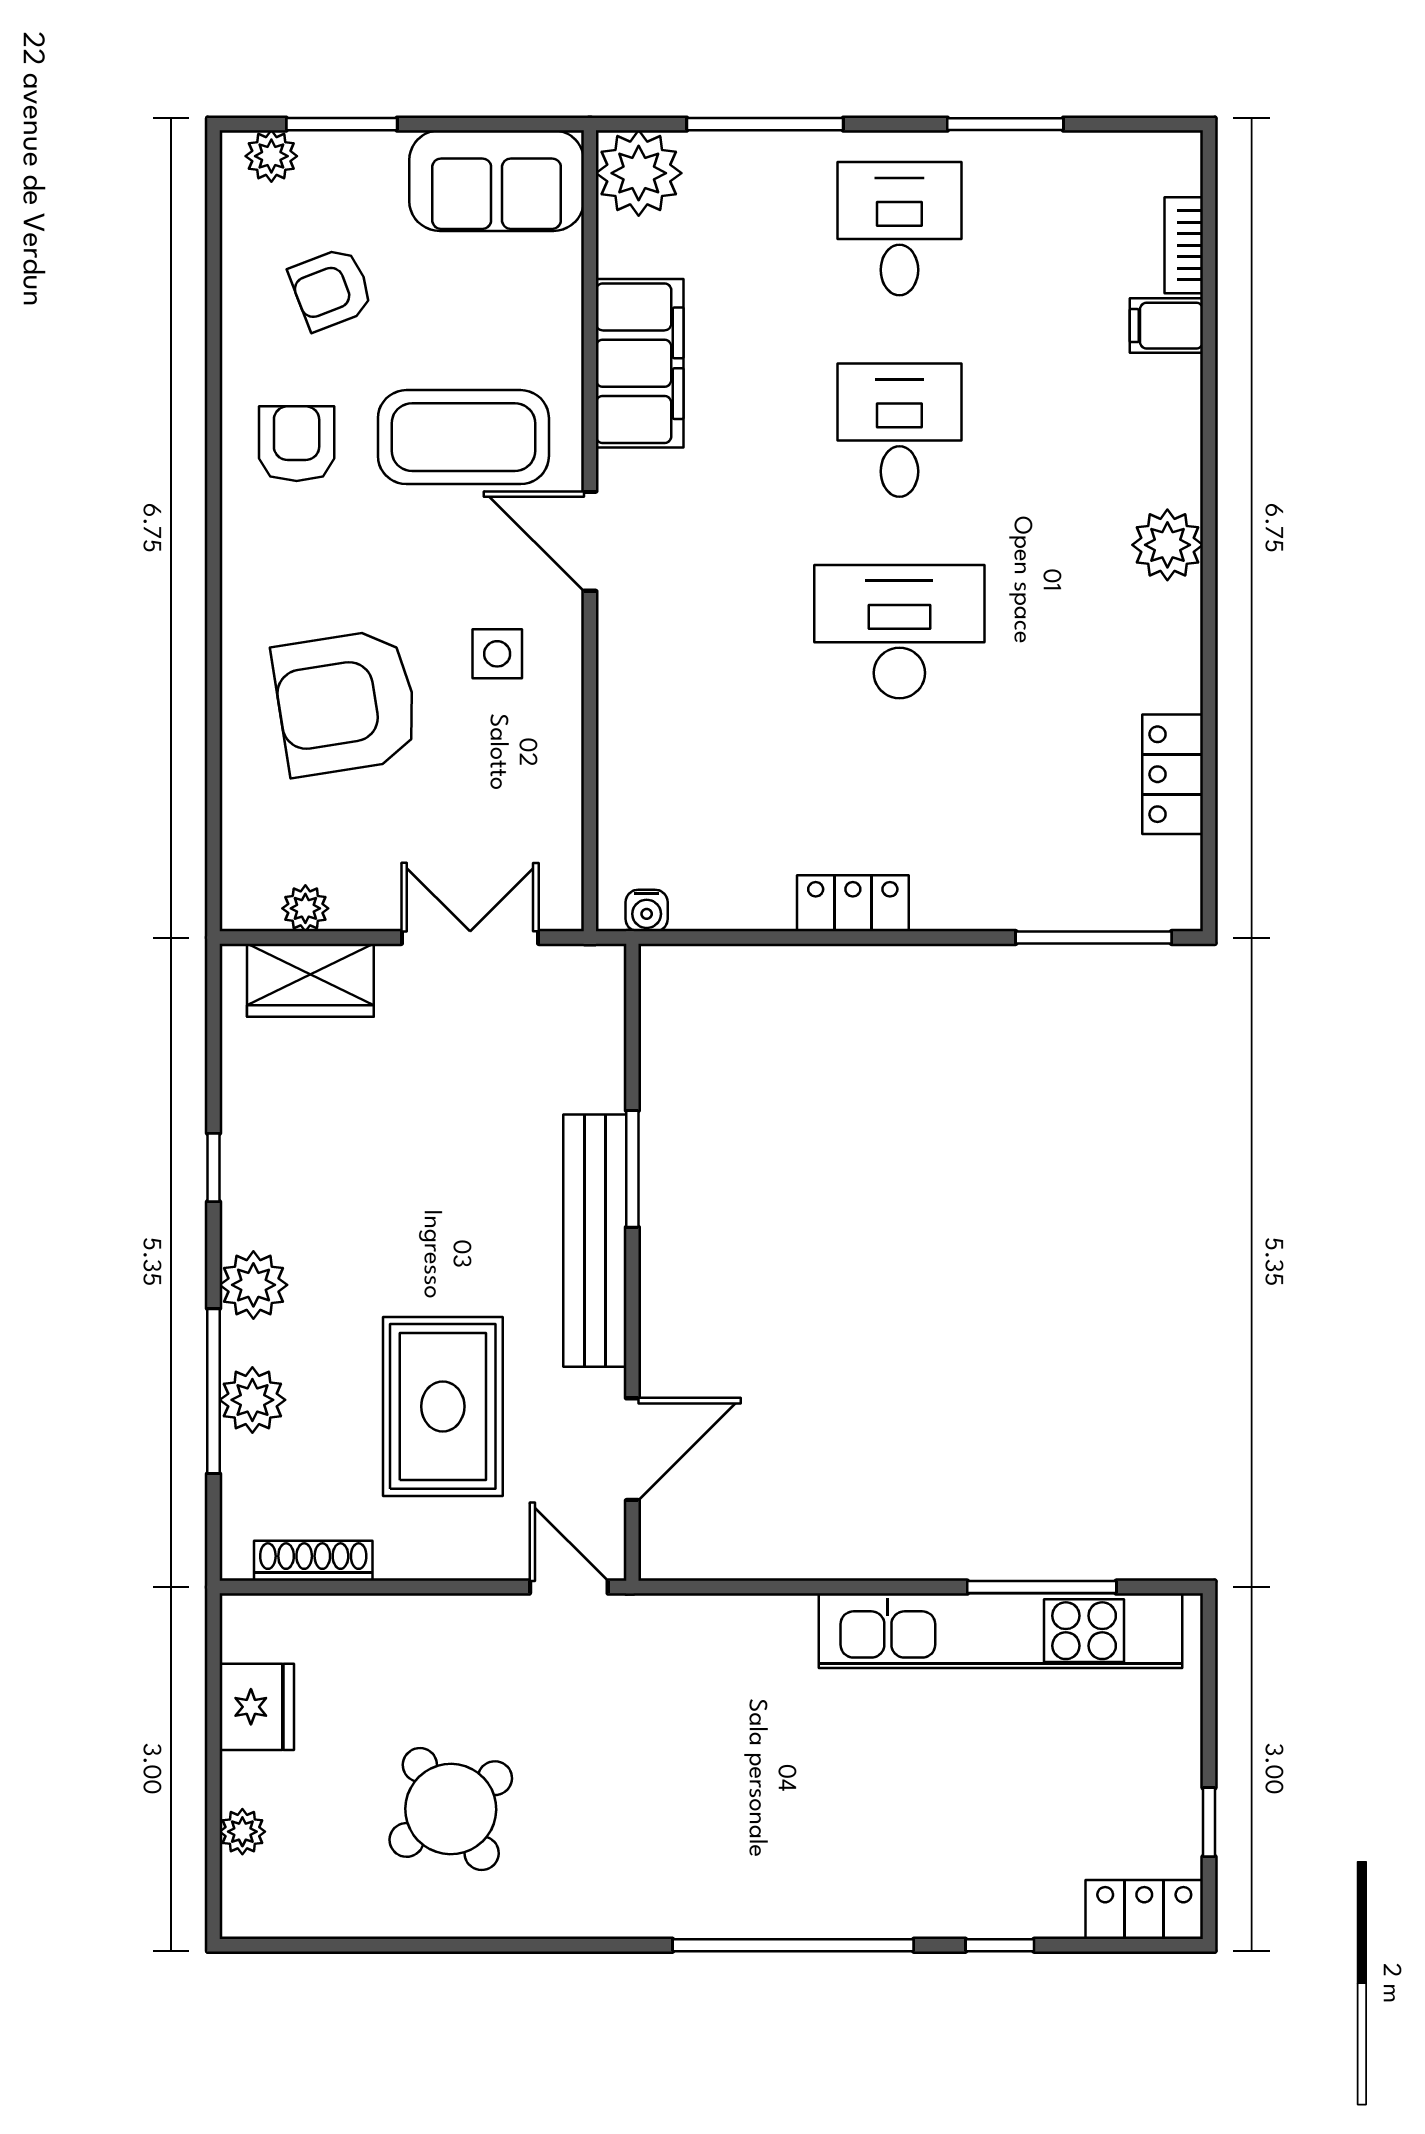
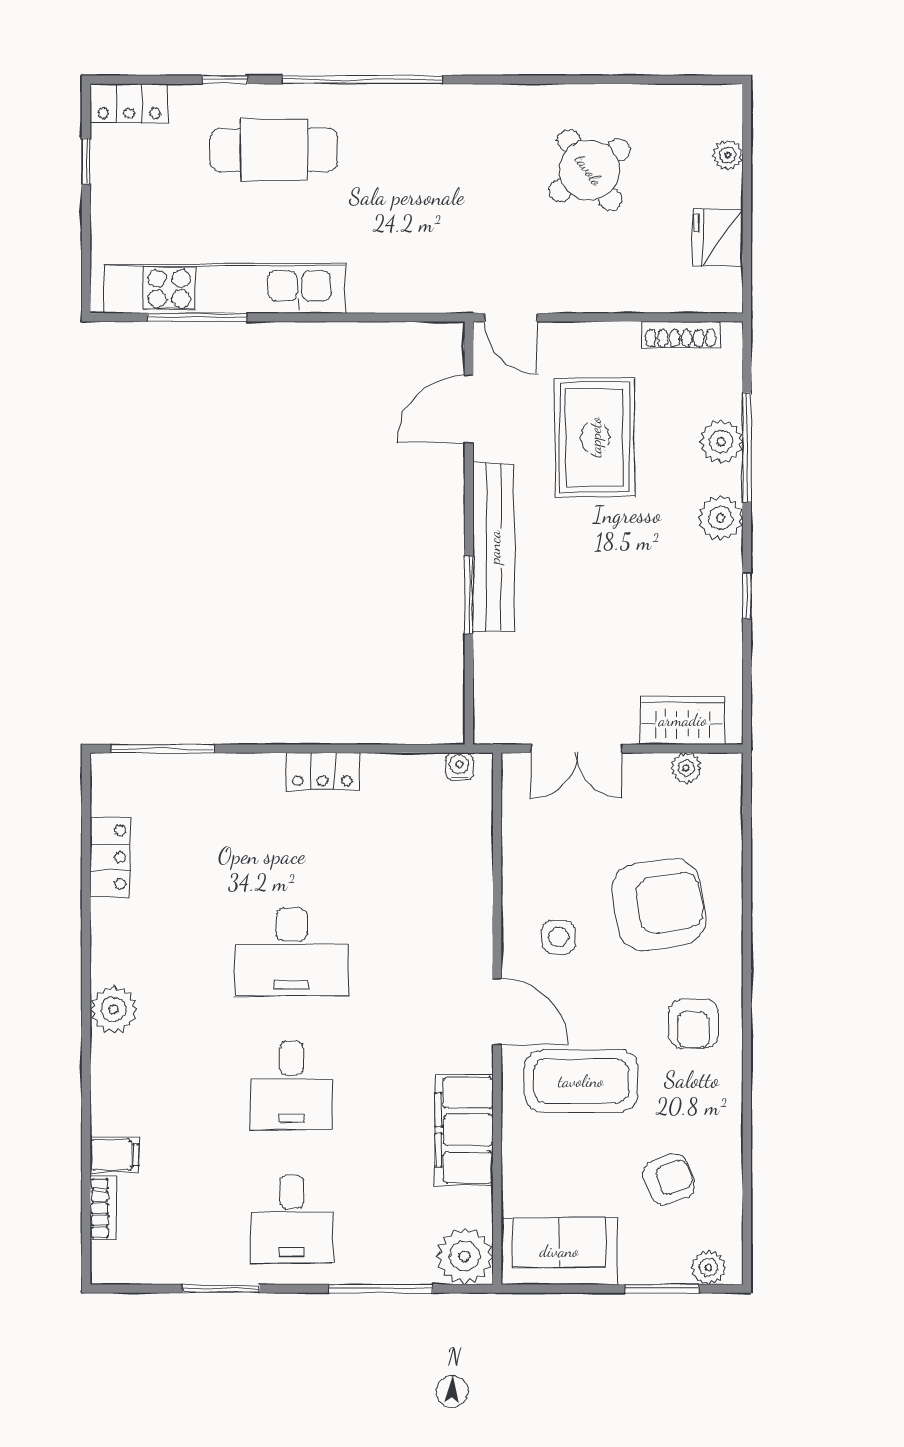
armchair: (297, 444) -> (693, 1024), moved
cafe table: (926, 1839) -> (274, 150), added

